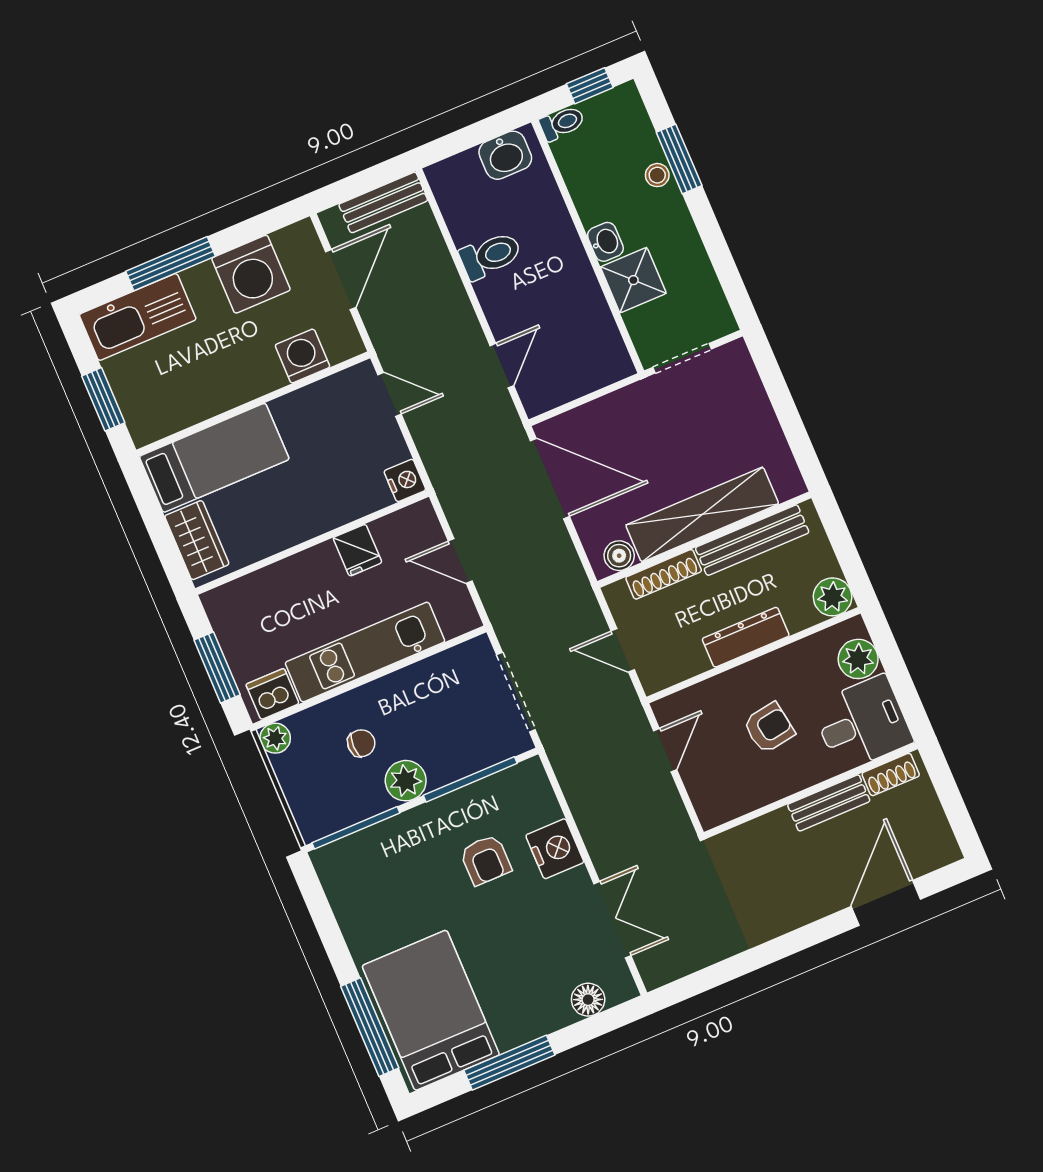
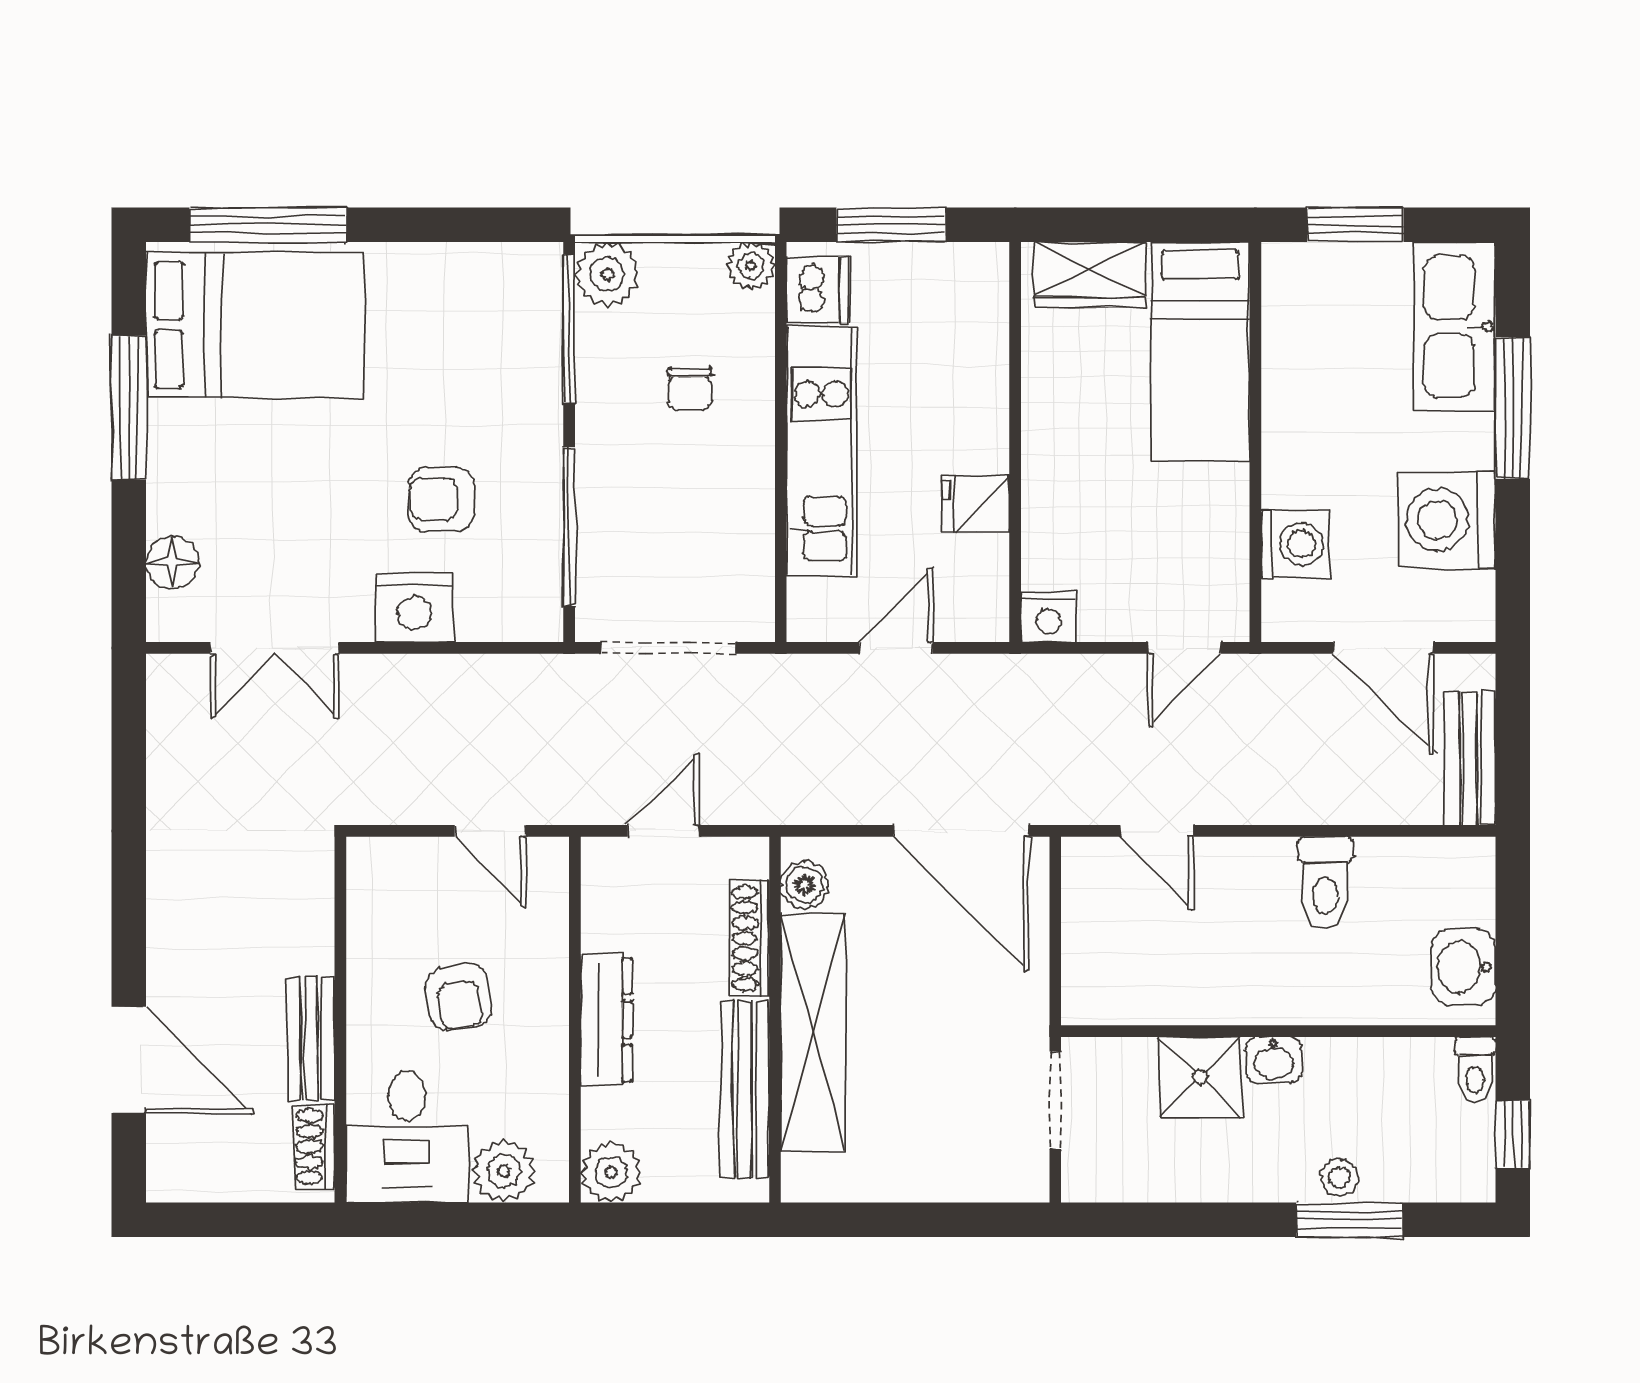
door: (550, 479) -> (961, 831), hinge flipped
plant: (406, 781) -> (607, 274), moved

